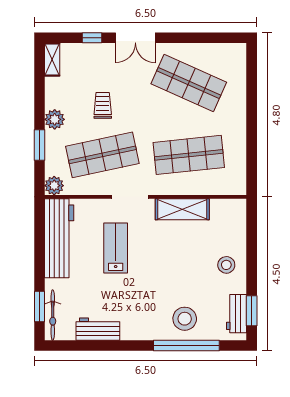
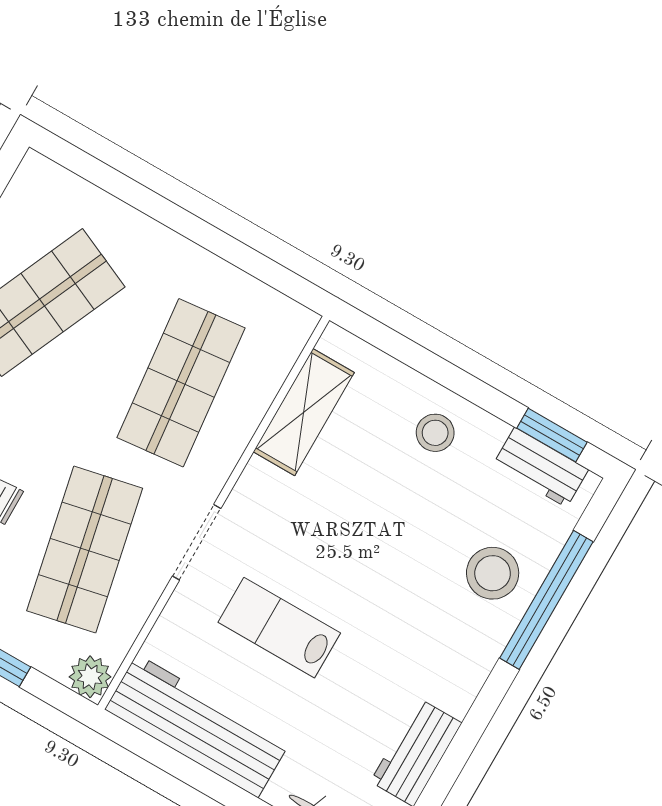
shelving: (182, 209) -> (304, 412), moved

